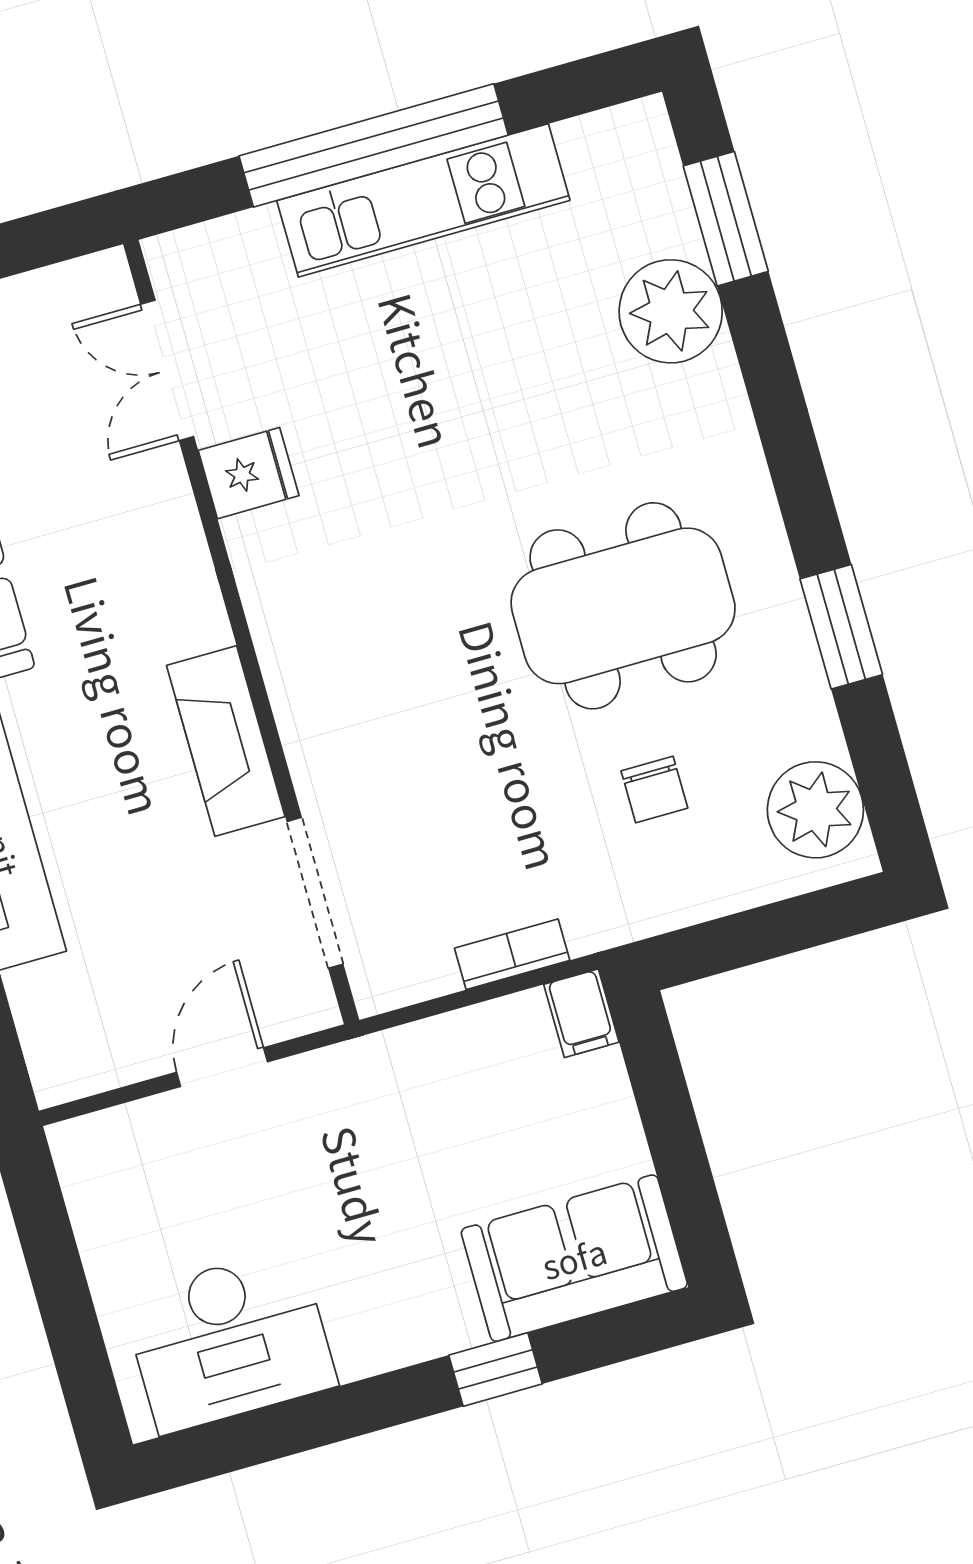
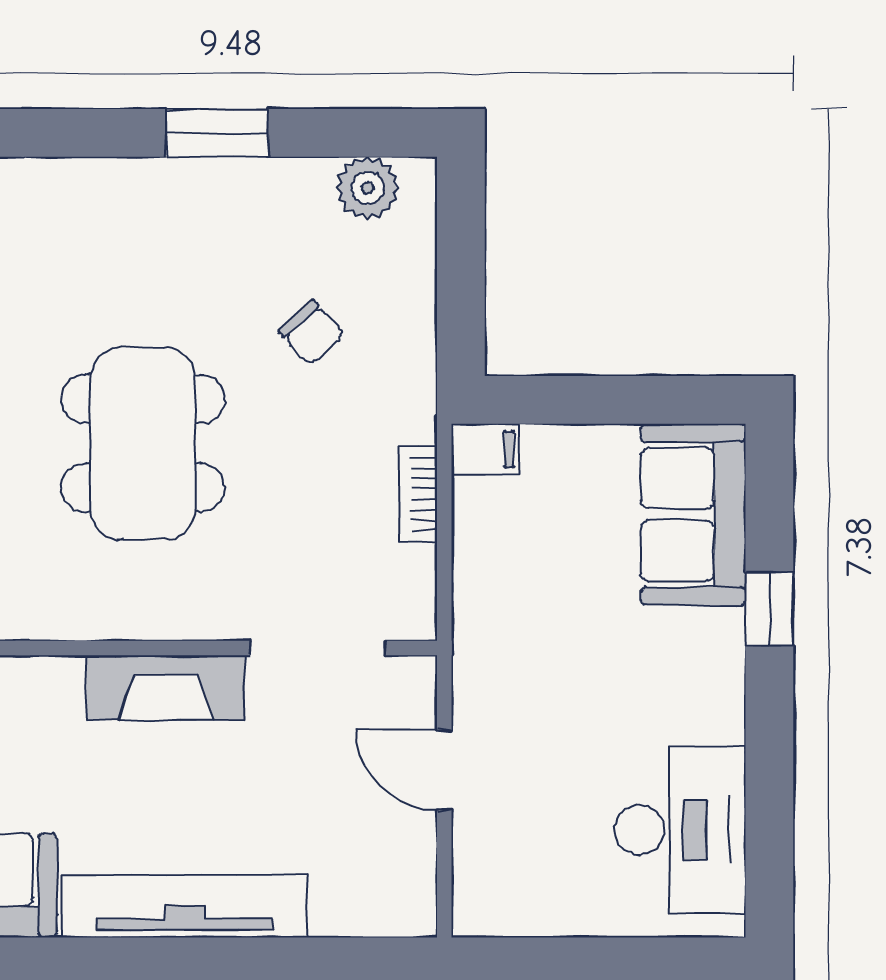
dining table: (623, 606) -> (143, 443), moved
chair: (654, 790) -> (311, 332), turned 48
plant: (815, 810) -> (368, 188), width x0.73, depth x0.73

